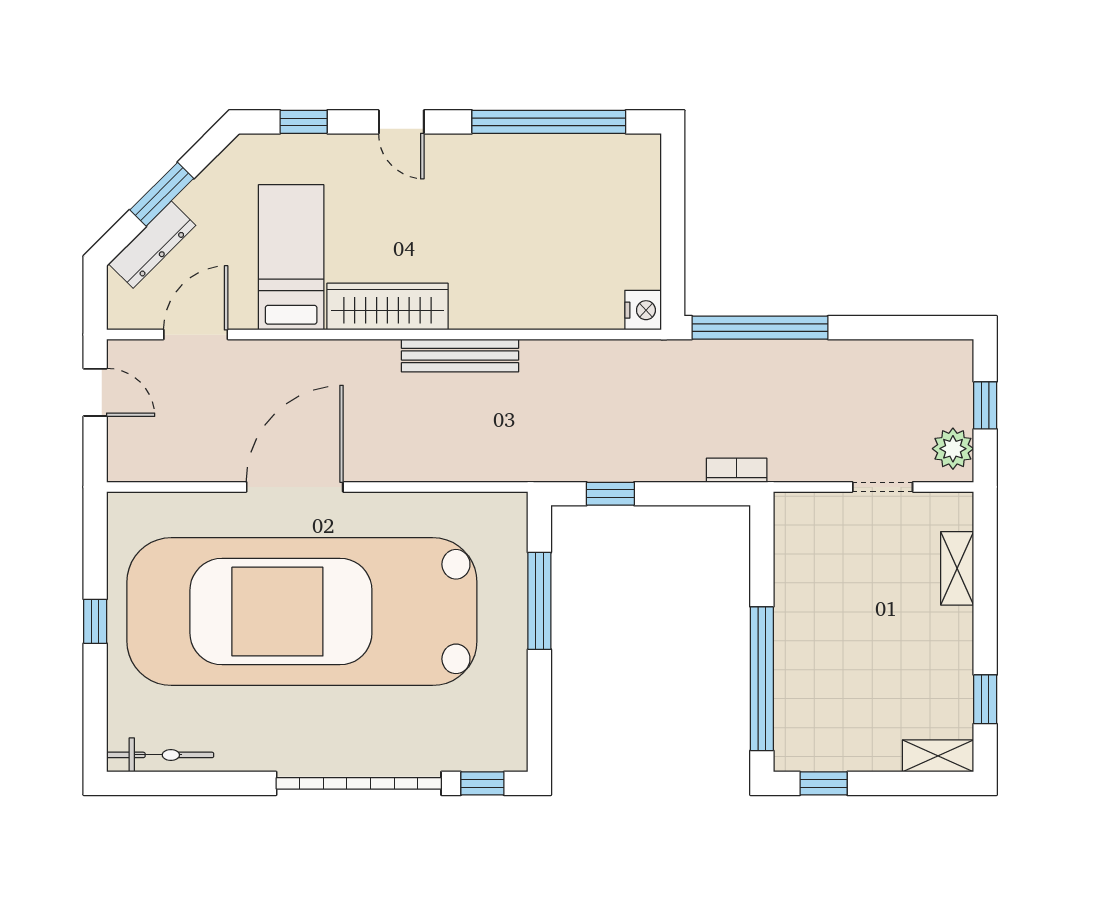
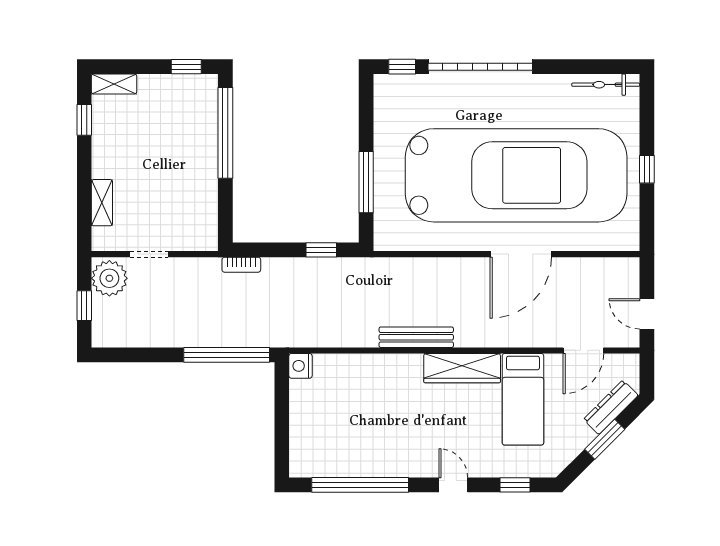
plant: (953, 449) -> (109, 278), width x1.36, depth x1.36

